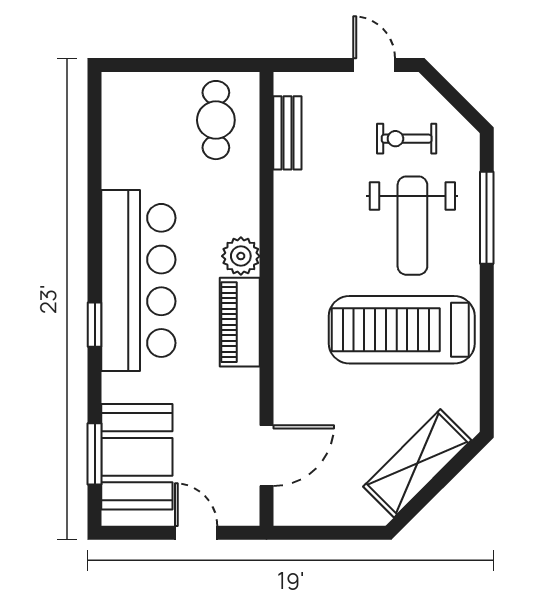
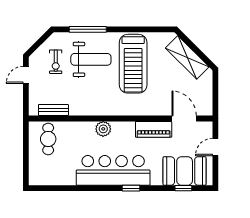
cafe table: (216, 120) -> (48, 139), turned 90
piano: (240, 322) -> (154, 129), moved
window: (95, 454) -> (183, 188), width x0.67

